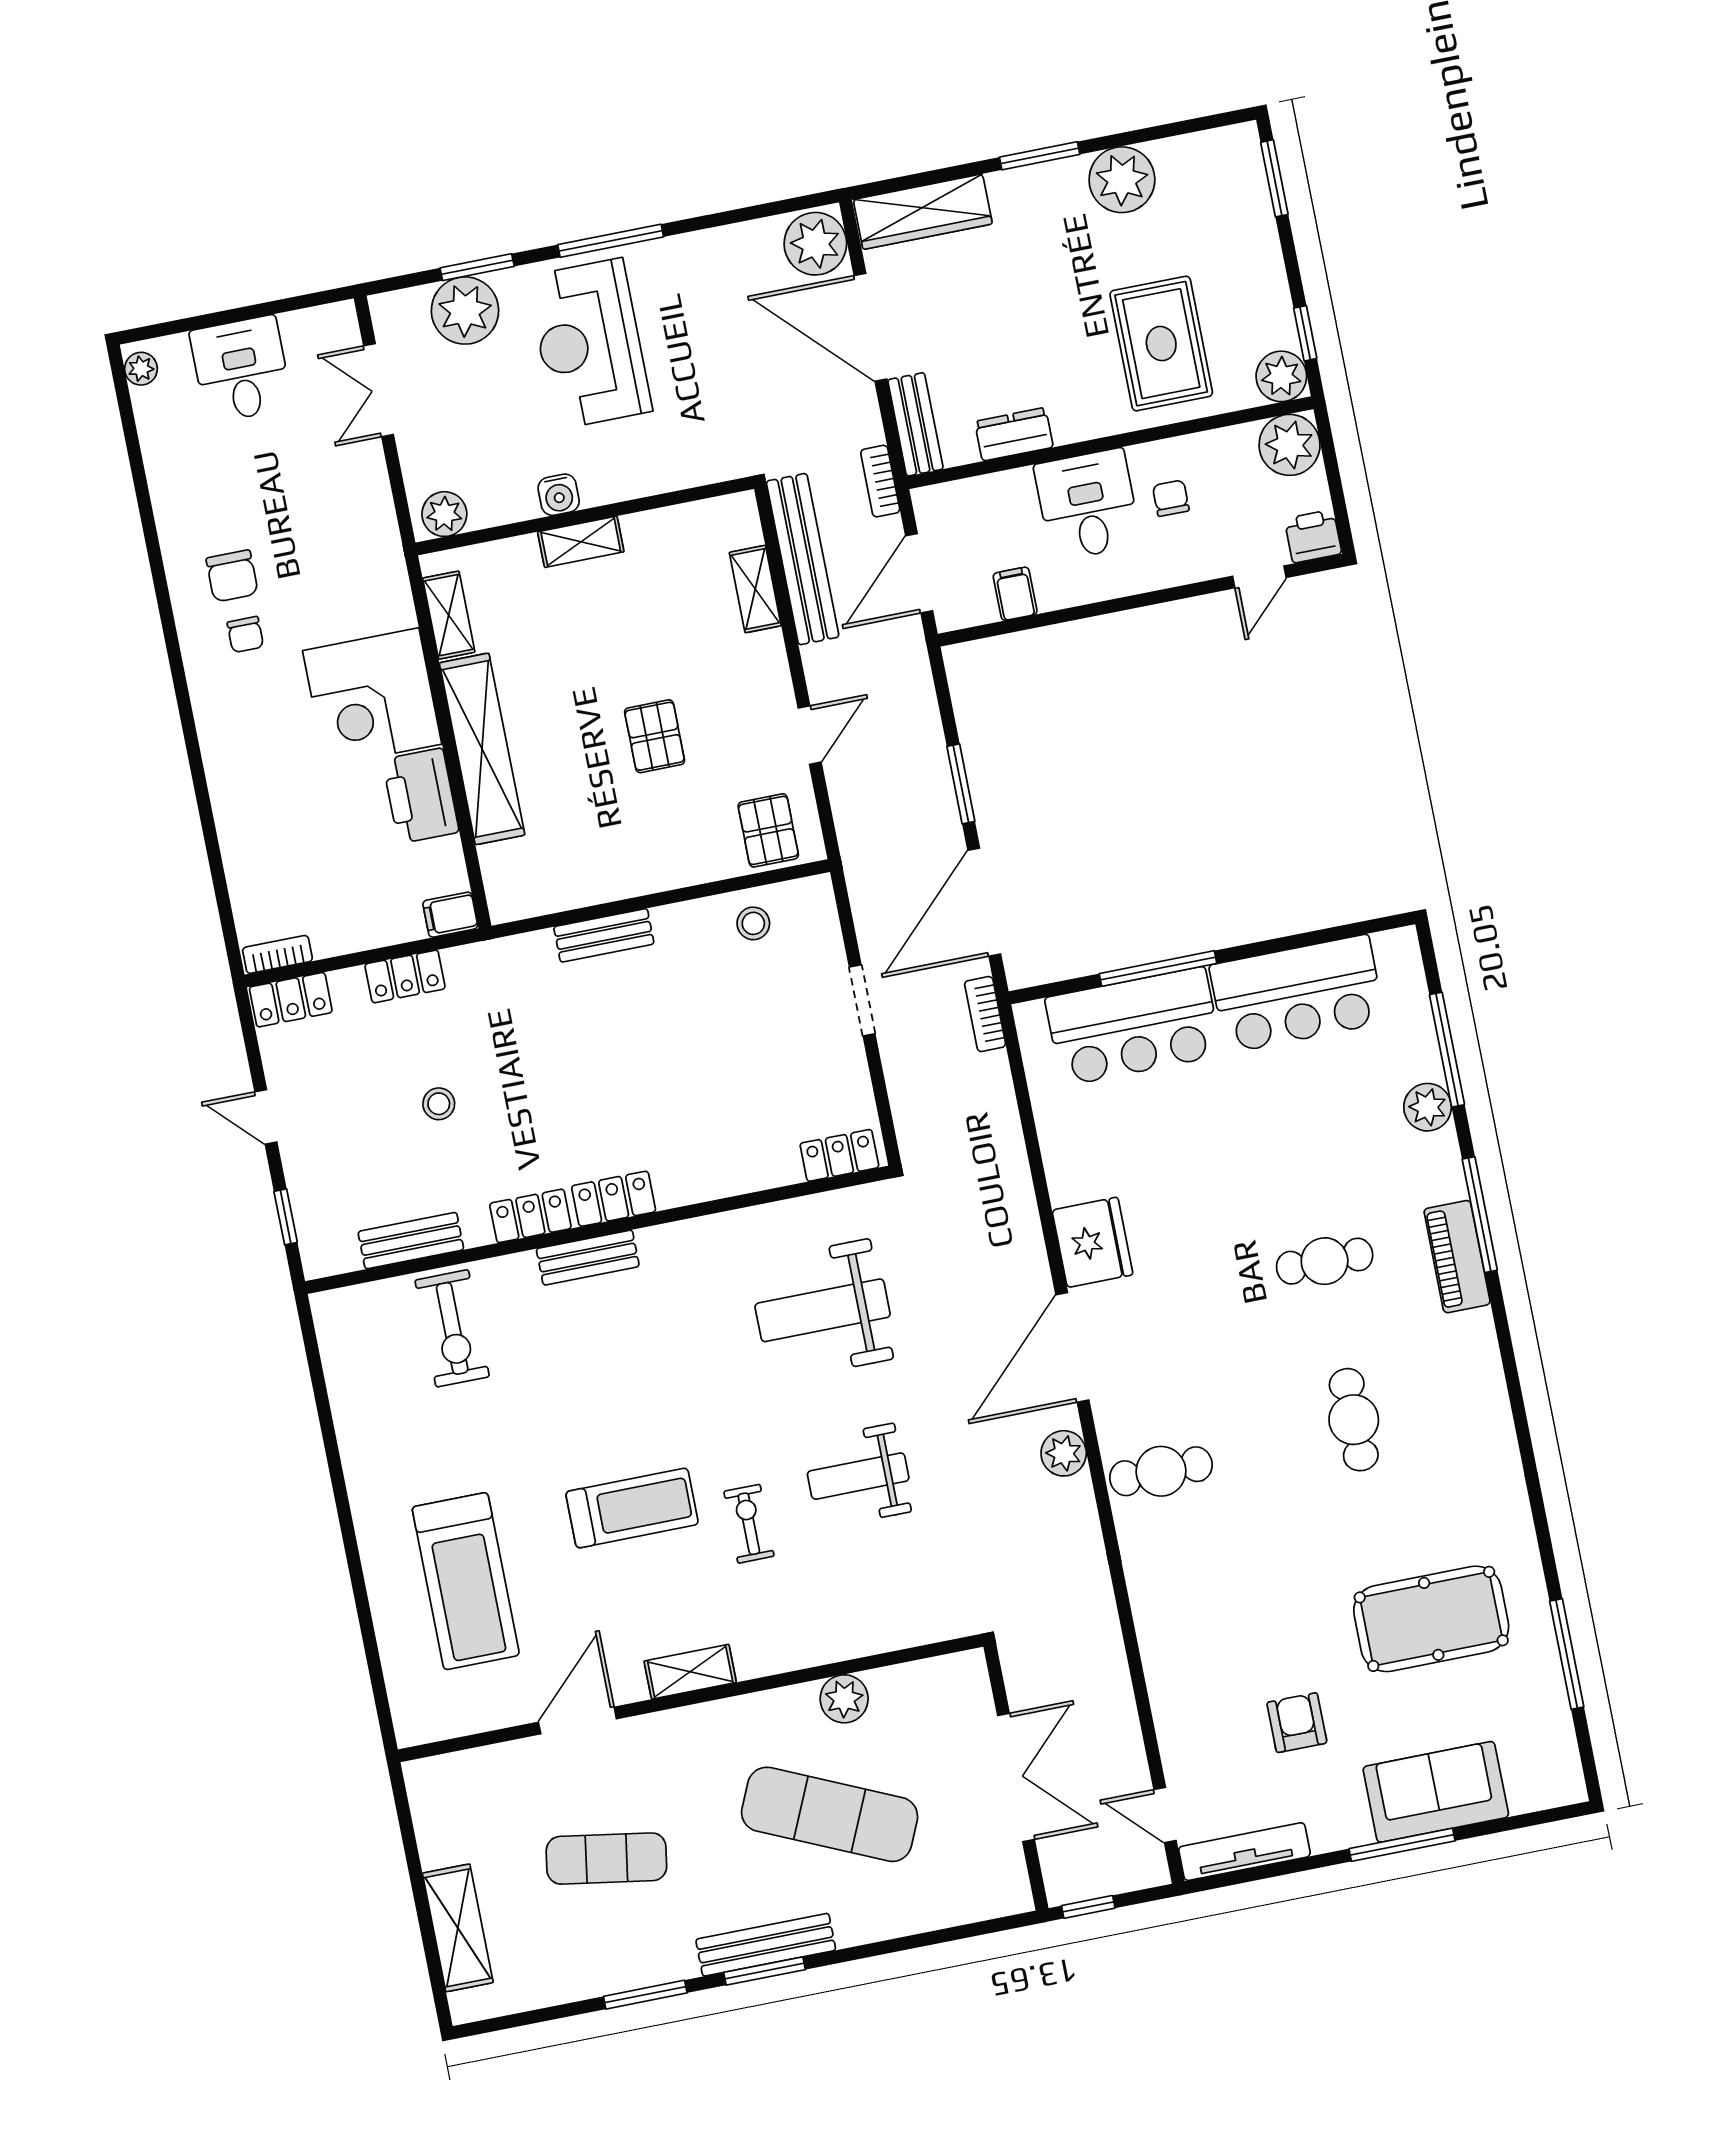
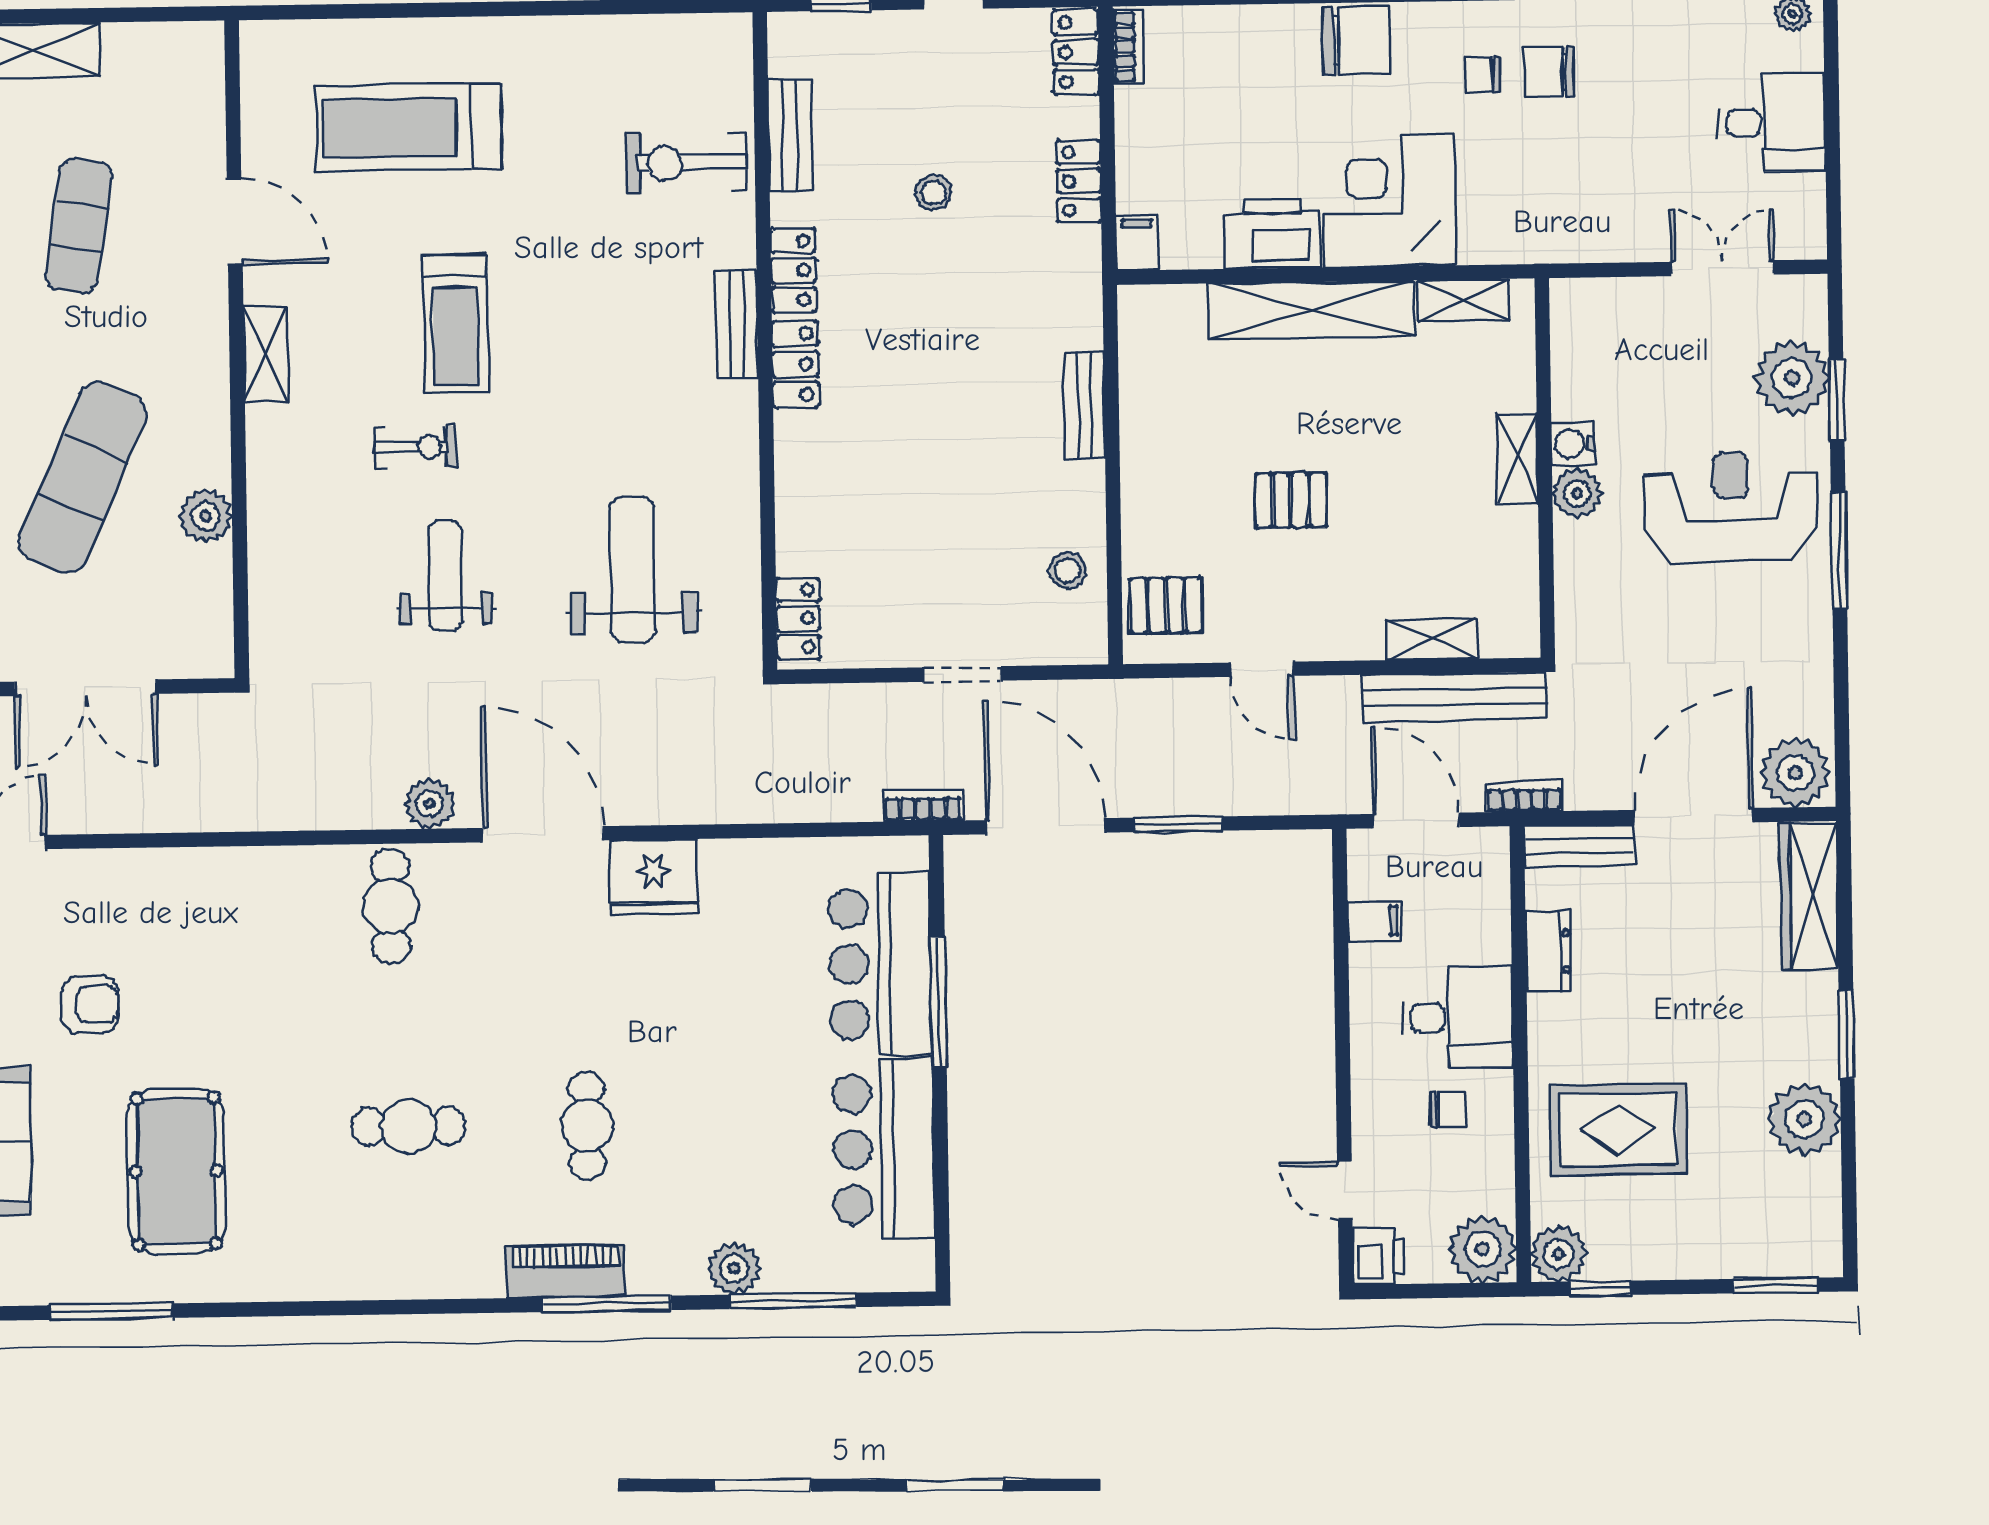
plant: (444, 514) -> (1577, 493), moved
chair: (235, 752) -> (1357, 40), added

